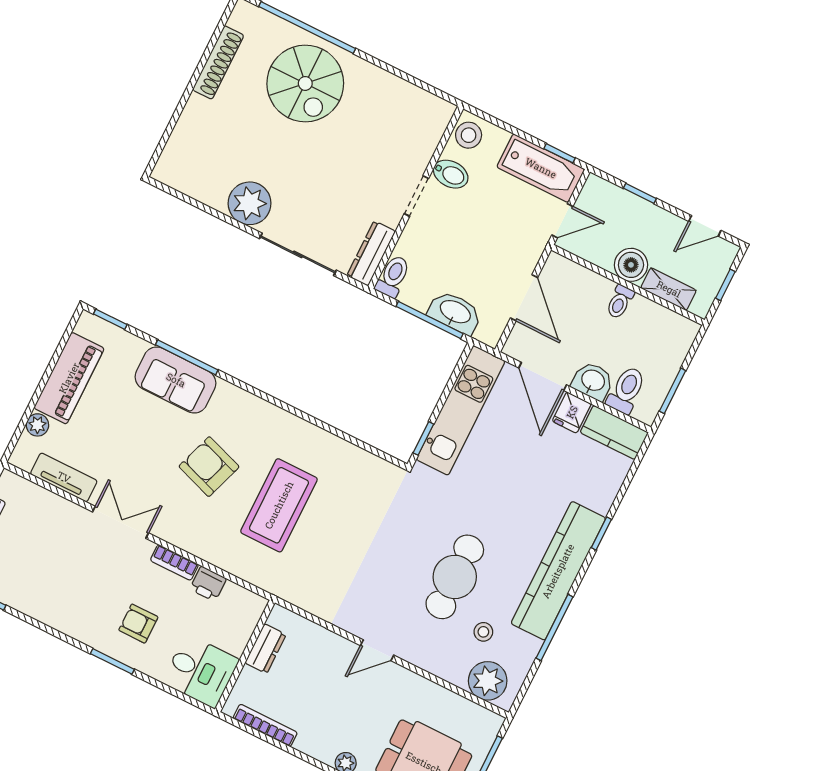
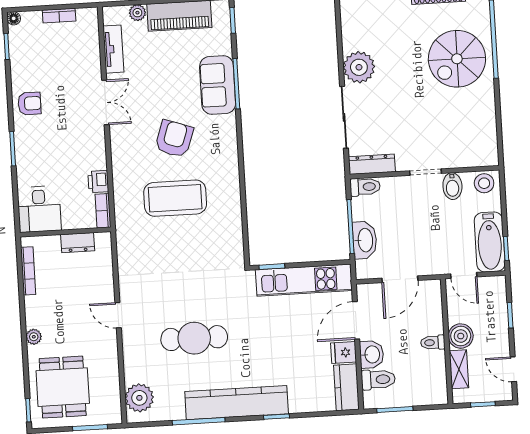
bookcase: (174, 562) -> (103, 211), moved
armchair: (138, 624) -> (30, 103), moved, turned 90
stool: (483, 632) -> (169, 377), removed

